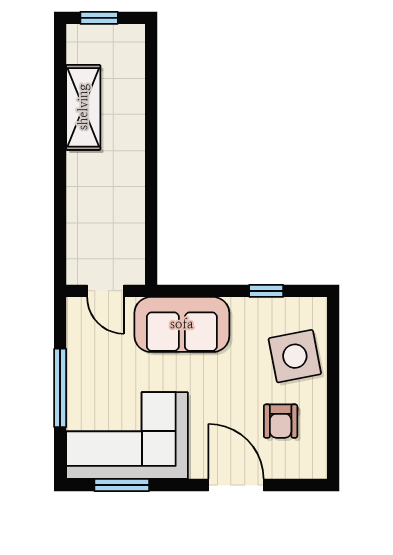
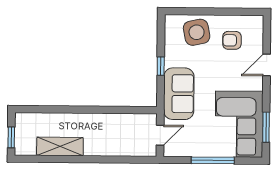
window: (266, 291) -> (161, 66), moved
armchair: (281, 421) -> (232, 40), turned 180
door: (236, 485) -> (267, 65), width x0.73

